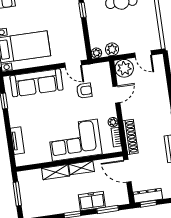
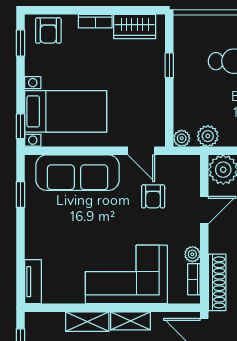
armchair: (84, 91) -> (153, 196), turned 90
tv unit: (17, 141) -> (33, 282), moved

